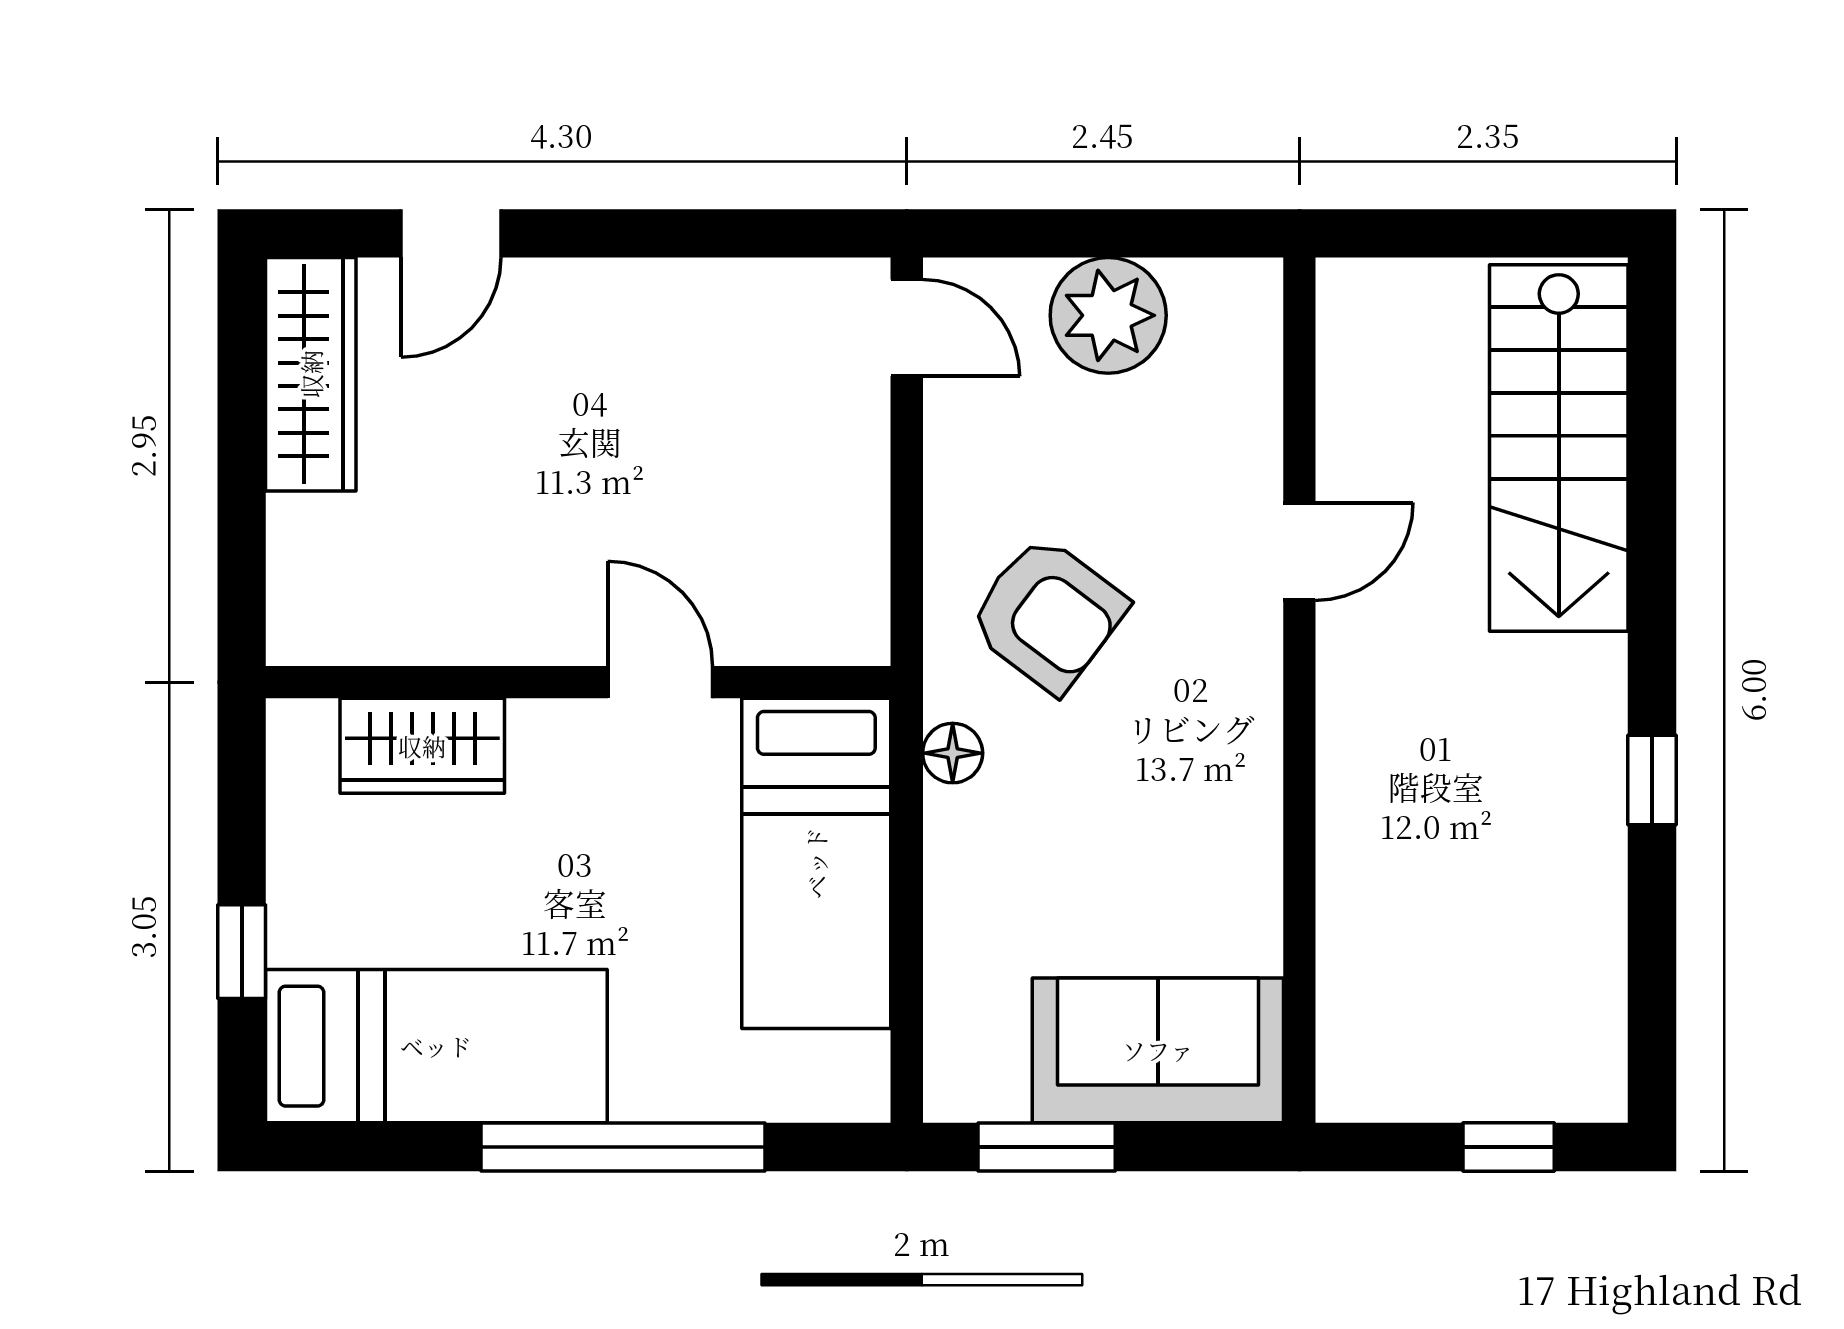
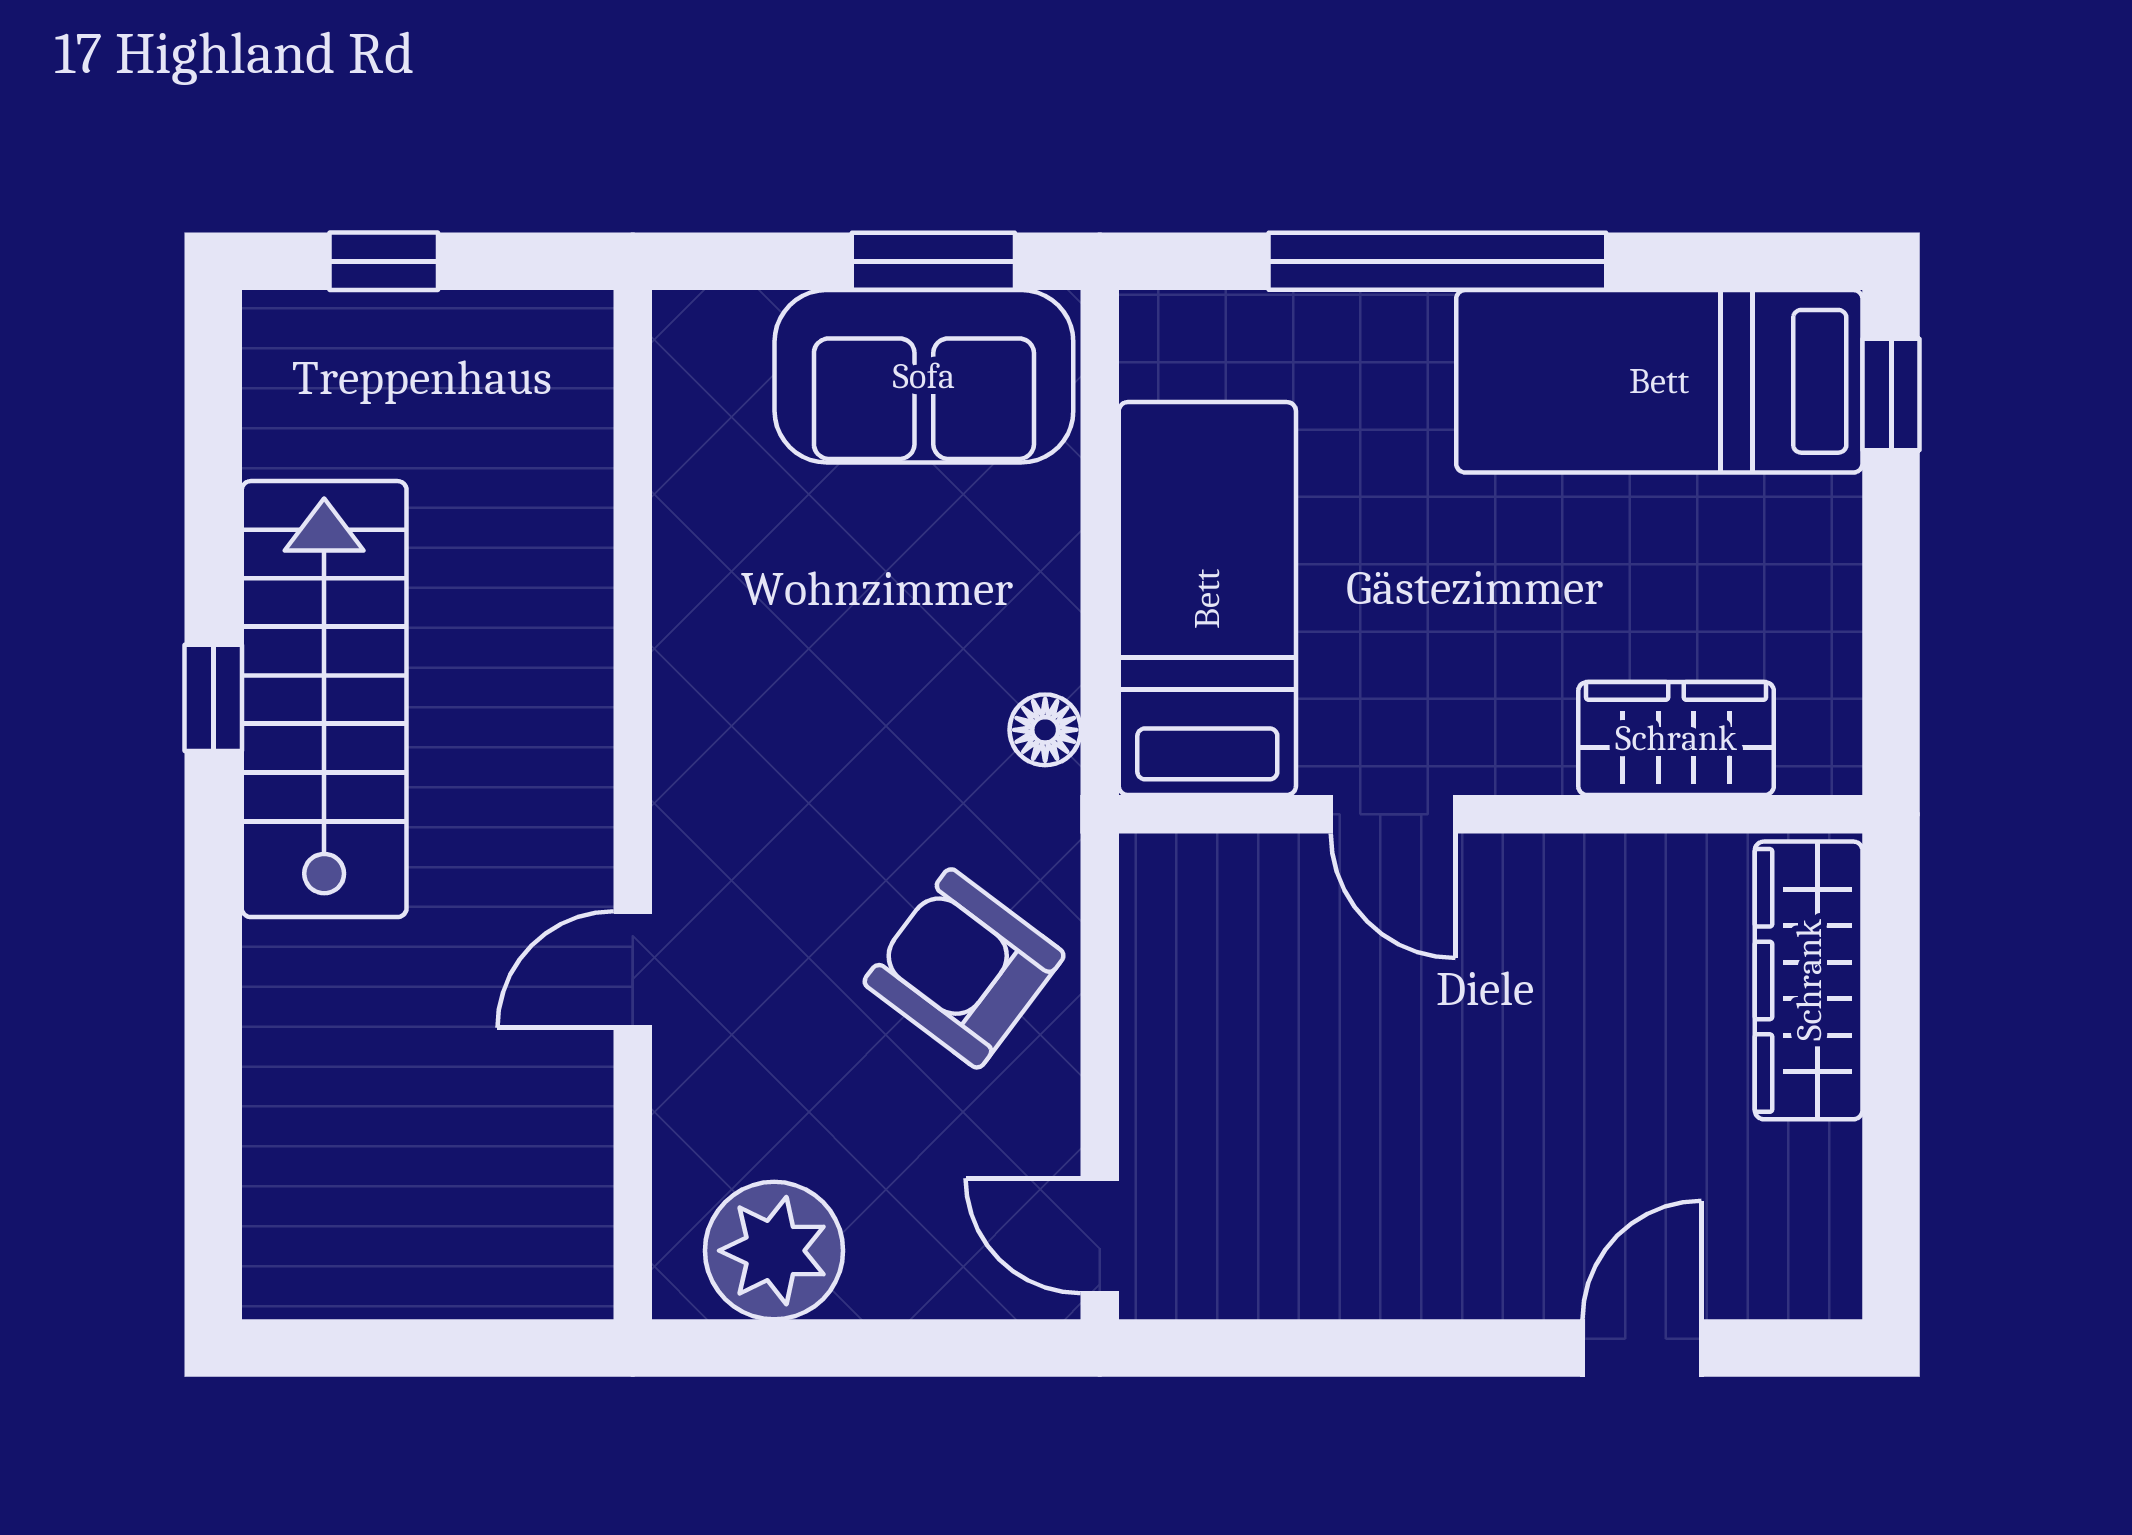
plant: (1108, 315) -> (774, 1251), moved
wardrobe: (311, 374) -> (1809, 980), moved
stairs: (1559, 448) -> (324, 699), moved
armchair: (1048, 614) -> (964, 968), moved
window: (242, 952) -> (1891, 394), moved
sofa: (1158, 1050) -> (924, 376), moved

